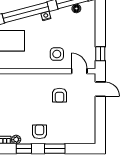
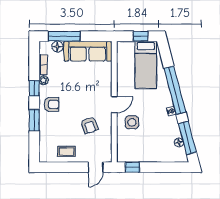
door: (79, 71) -> (114, 105), moved
armchair: (60, 95) -> (89, 125), turned -109
coffee table: (85, 117) -> (66, 151), added

